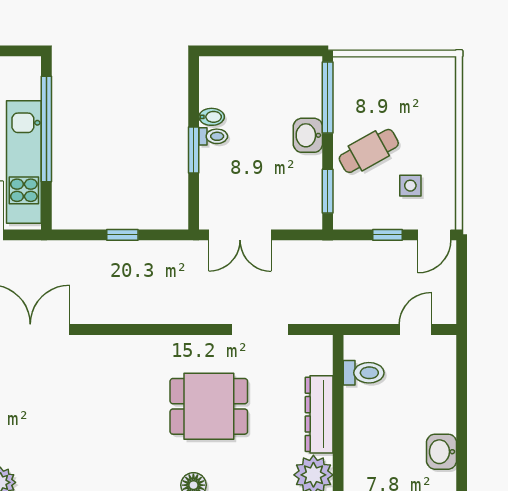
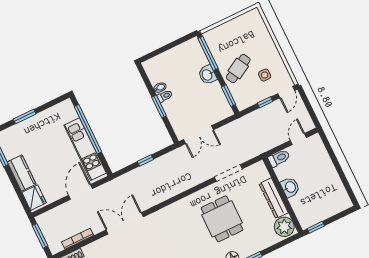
toilet: (364, 373) -> (279, 158), moved
dining table: (209, 406) -> (222, 219), turned 90
washbasin: (442, 452) -> (290, 187), moved, turned 180

